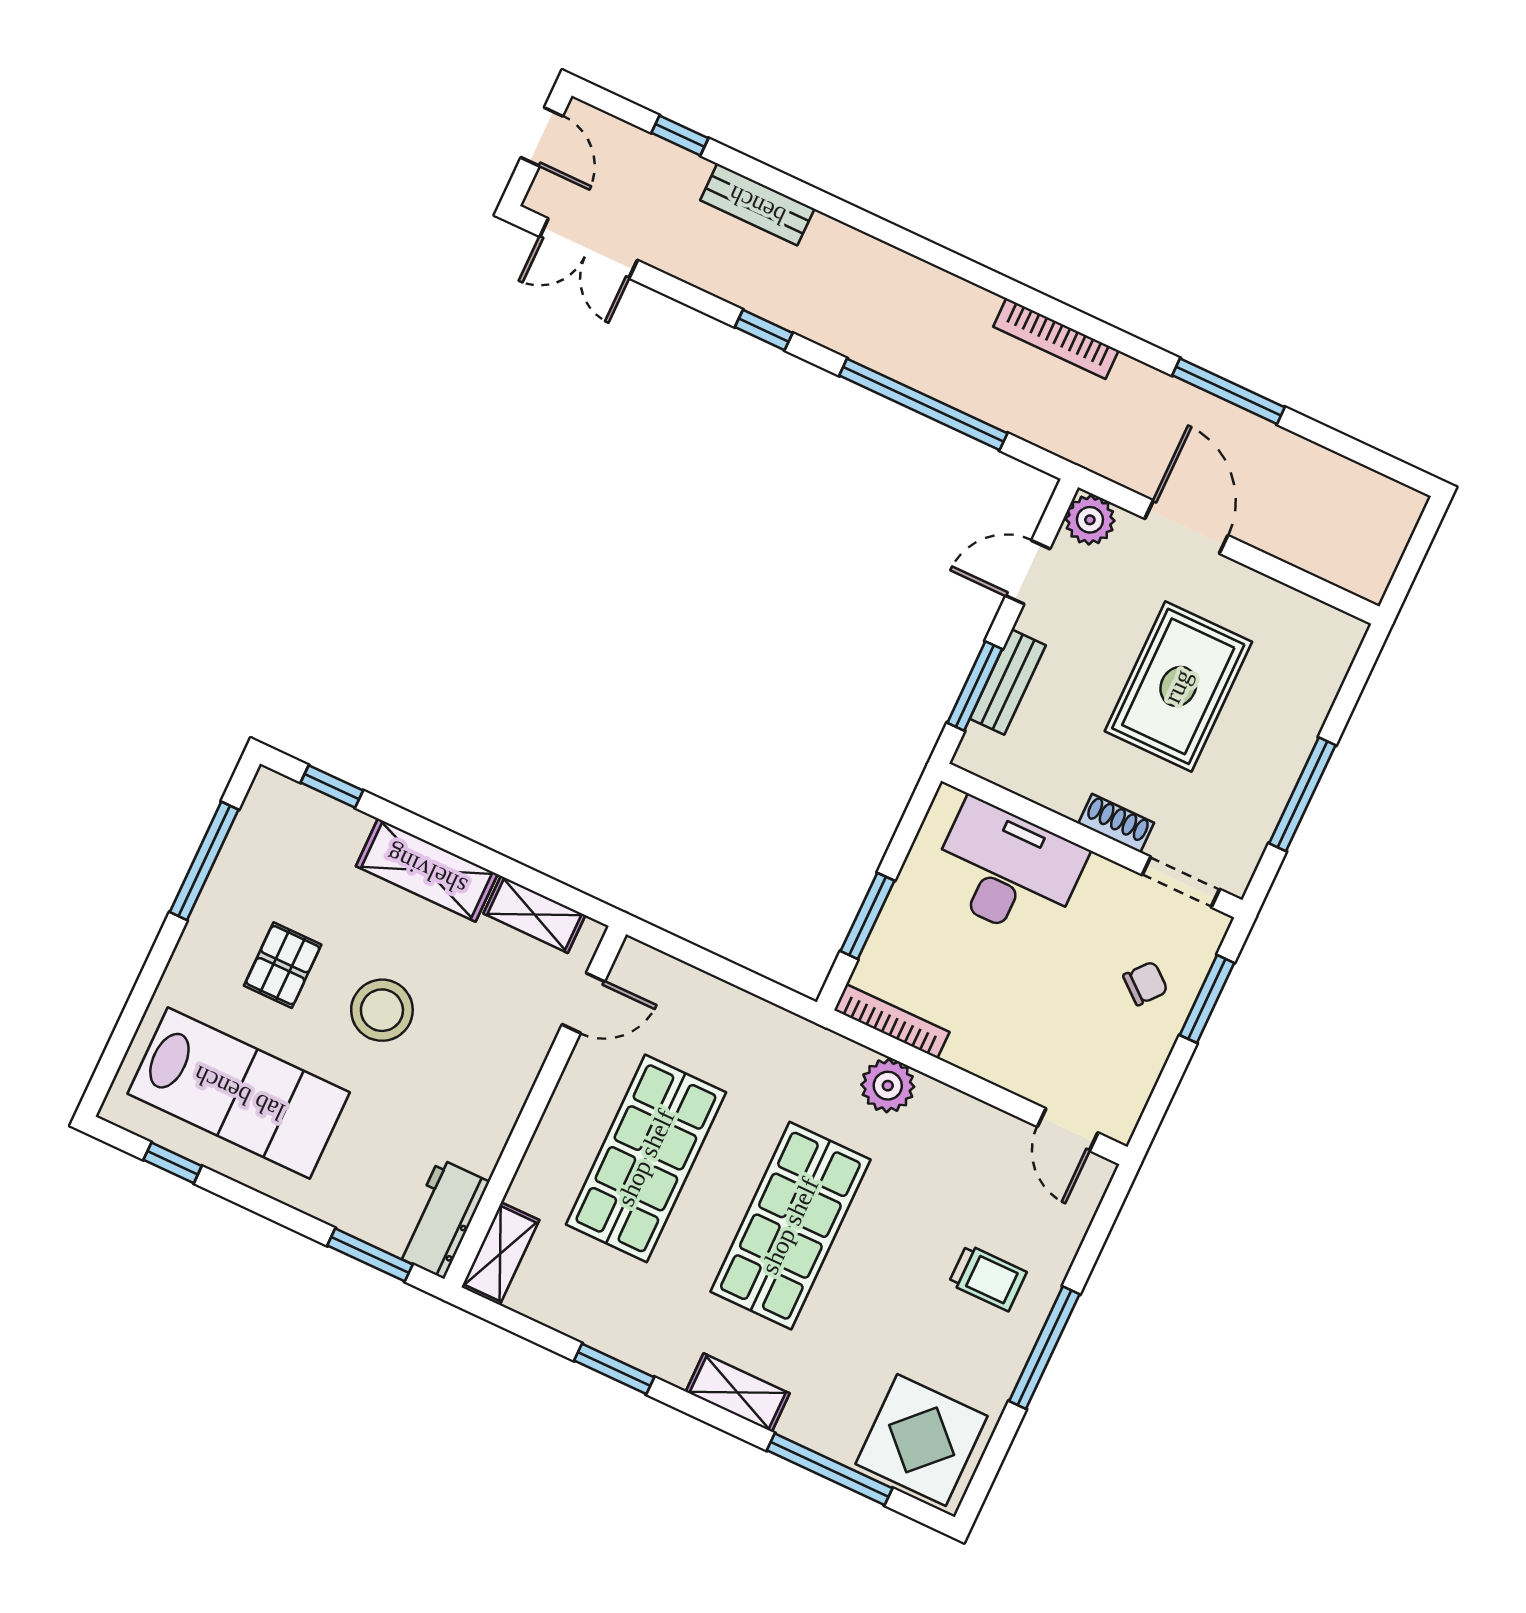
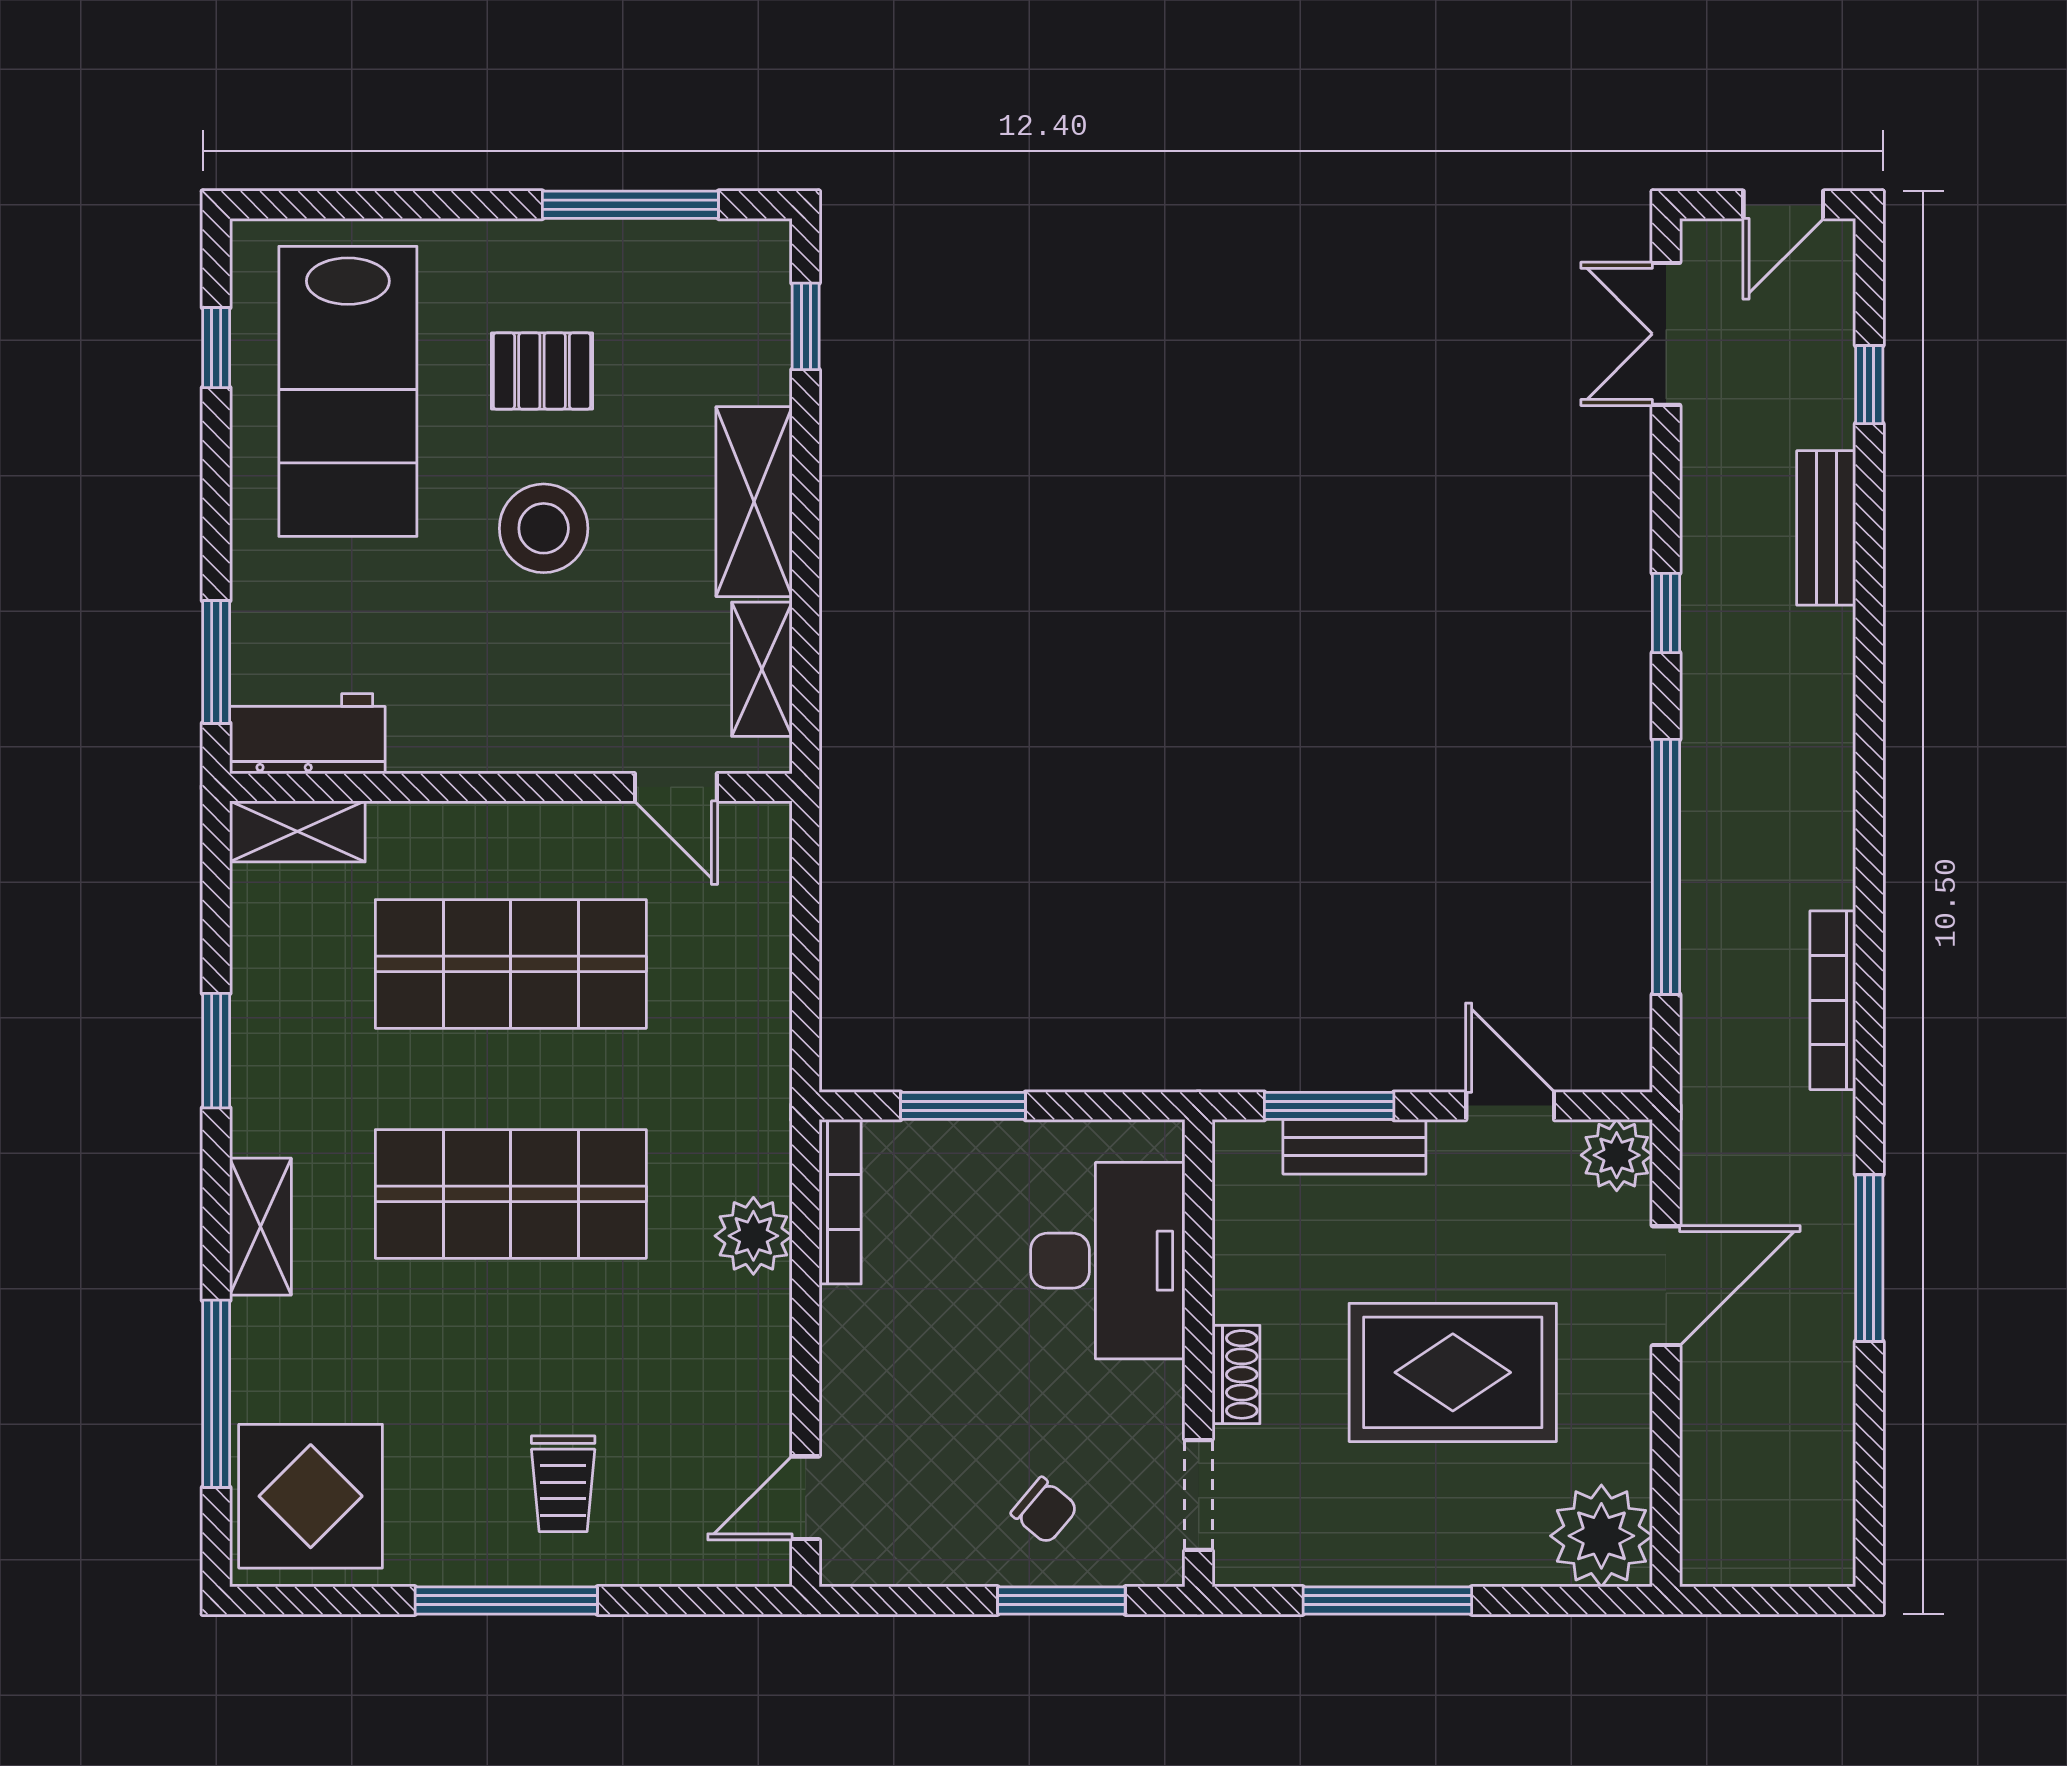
plant: (1325, 641) -> (1601, 1536), added

